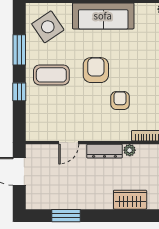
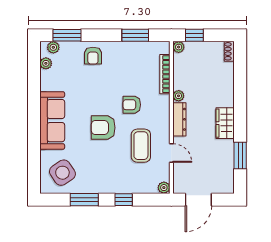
coffee table: (51, 75) -> (141, 146), moved
plant: (32, 135) -> (164, 188), added
wardrobe: (130, 200) -> (225, 123), moved

